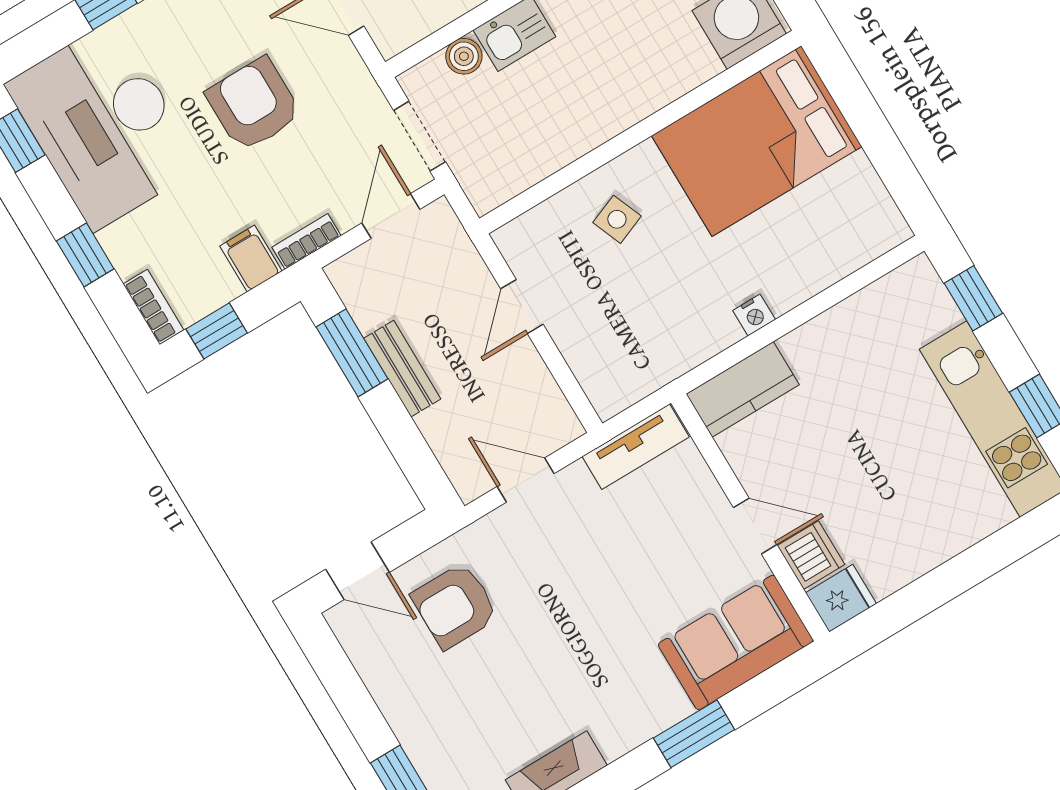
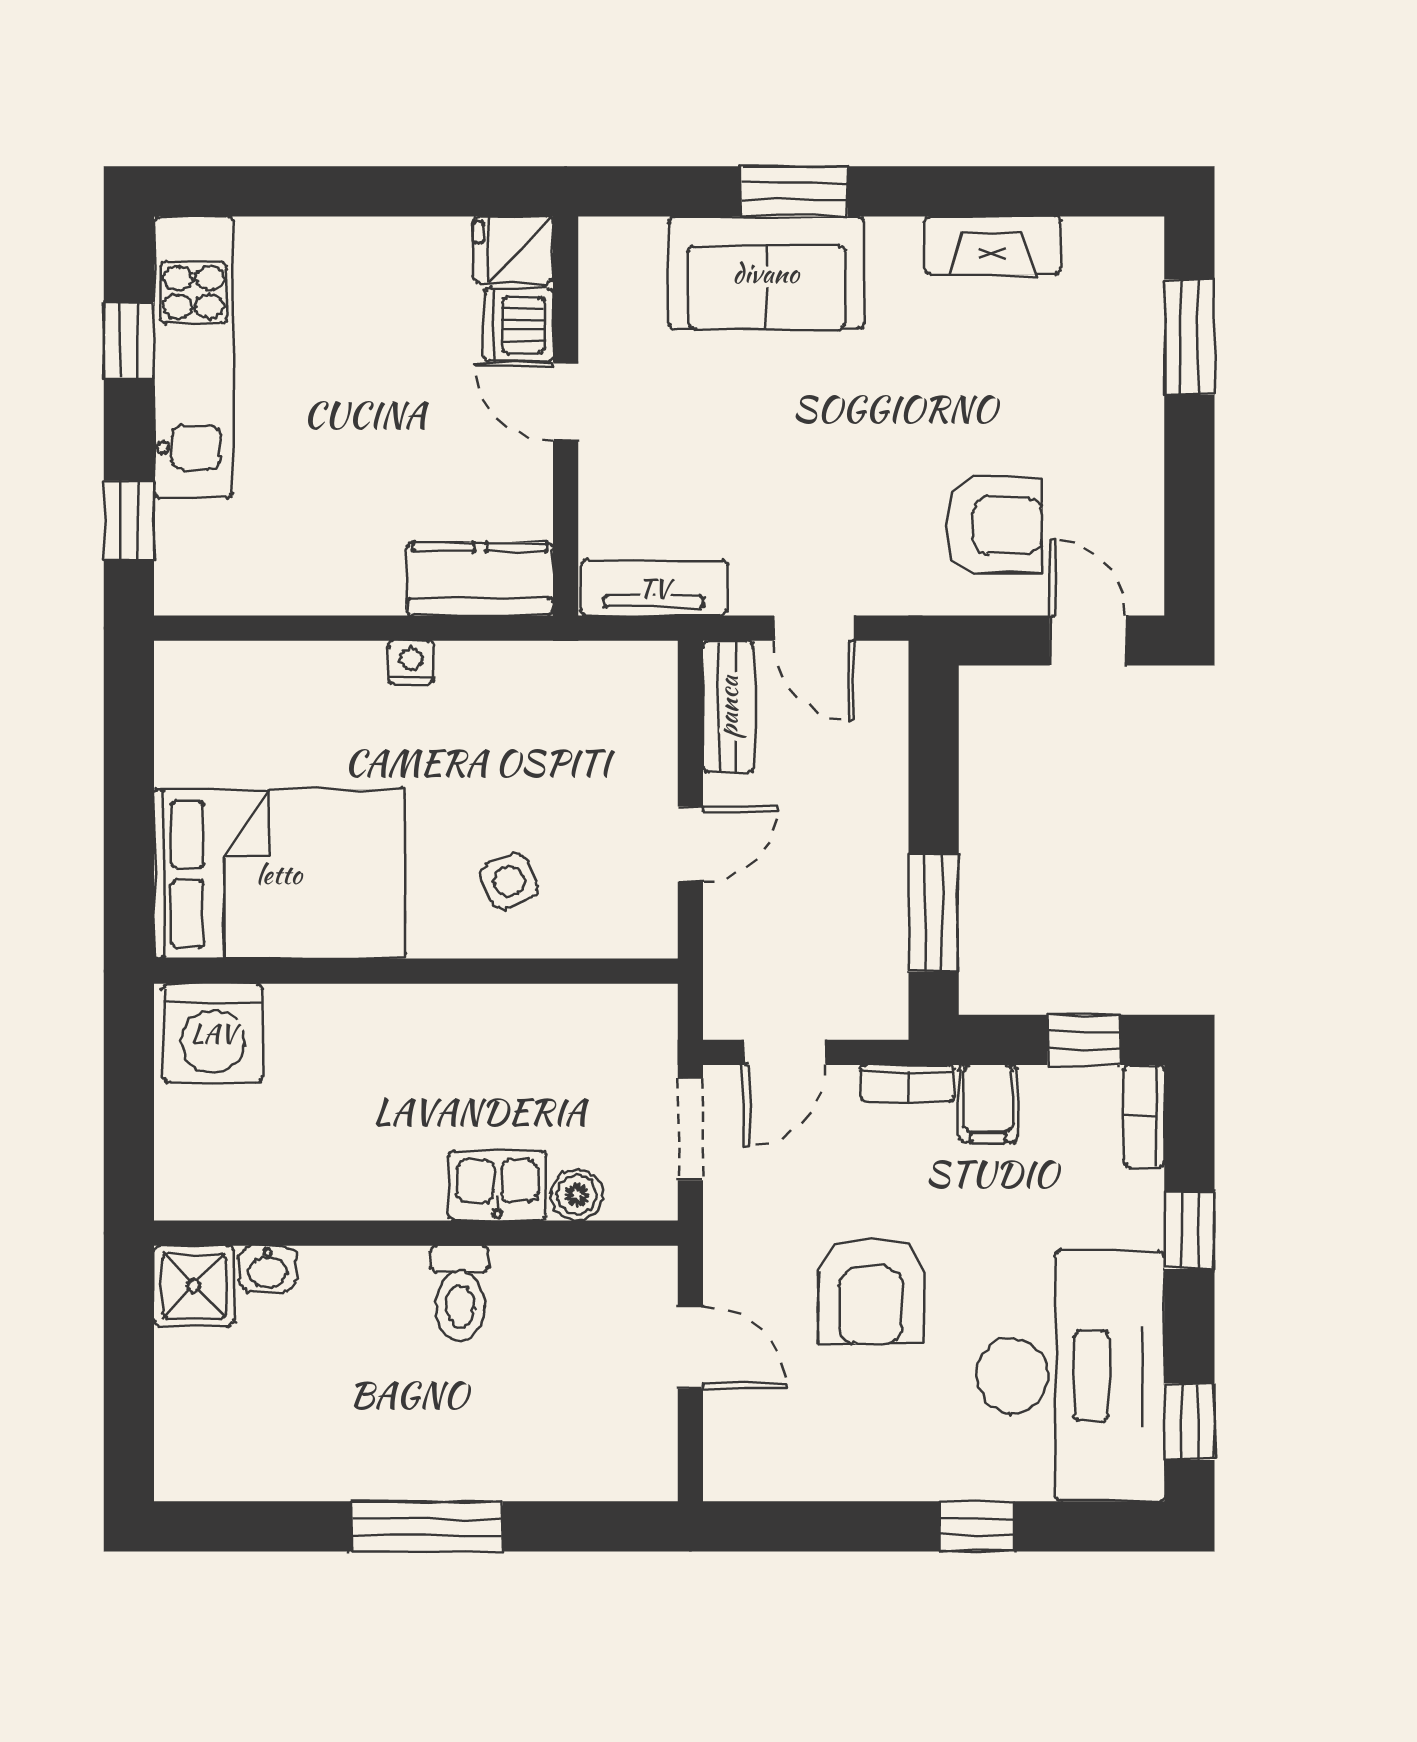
bench: (402, 369) -> (728, 707), moved
sofa: (736, 643) -> (766, 273), moved

